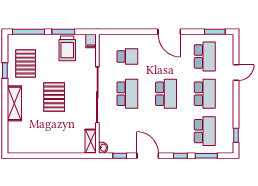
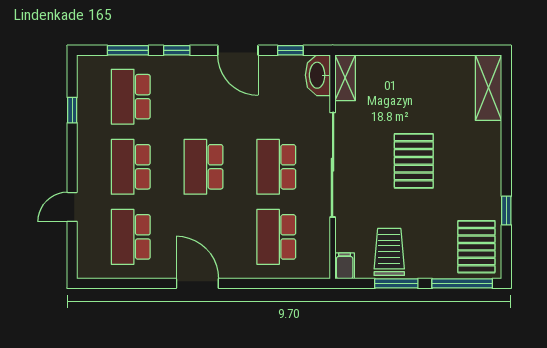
window: (215, 32) -> (112, 283), removed
school desk: (127, 56) -> (276, 237), width x1.85
pallet: (26, 64) -> (476, 247), moved
shelving: (14, 103) -> (489, 88), moved
window: (236, 135) -> (72, 110), moved
washbasin: (103, 148) -> (318, 75), width x1.91, depth x1.45

